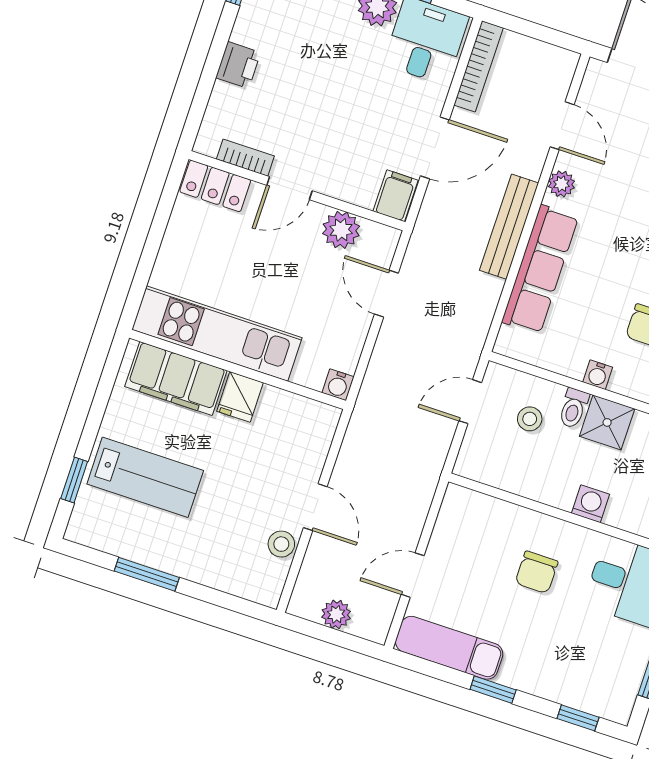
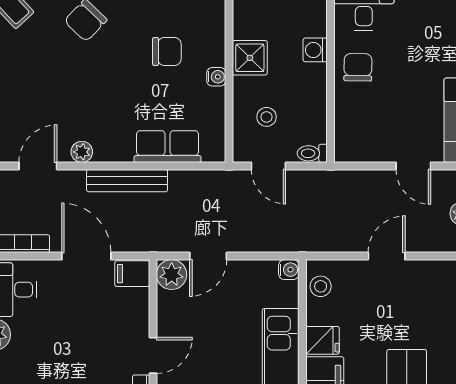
door: (289, 188) -> (153, 355), hinge flipped
plant: (341, 230) -> (172, 275), moved
row of seats: (540, 269) -> (168, 147), width x0.68
toilet: (574, 408) -> (312, 153), moved, turned 180
stool: (281, 544) -> (321, 286), moved
chair: (537, 572) -> (358, 67), moved, turned -89

